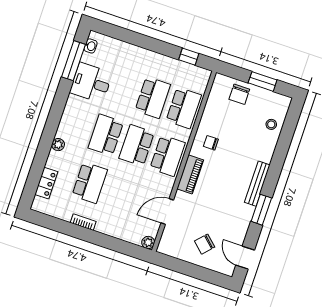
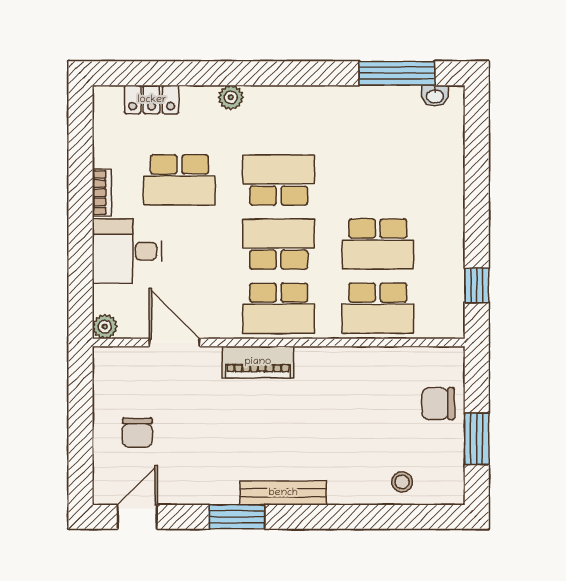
desk: (91, 83) -> (127, 251), moved, turned -90
chair: (211, 143) -> (330, 381), removed
chair: (205, 244) -> (137, 433), turned -133

